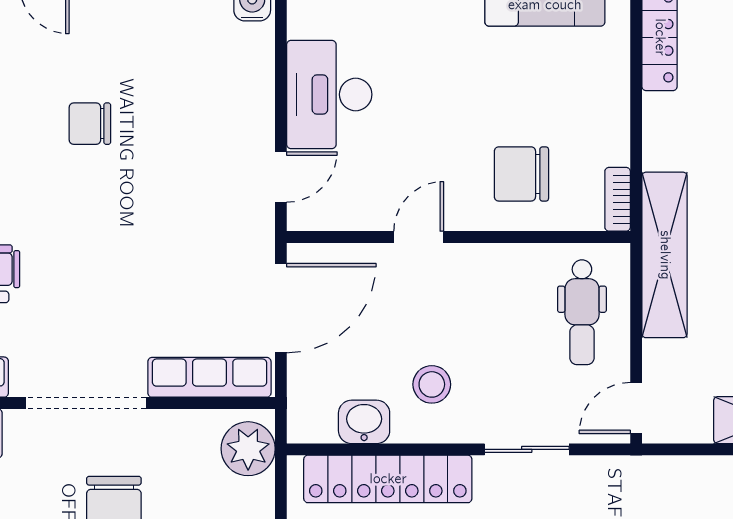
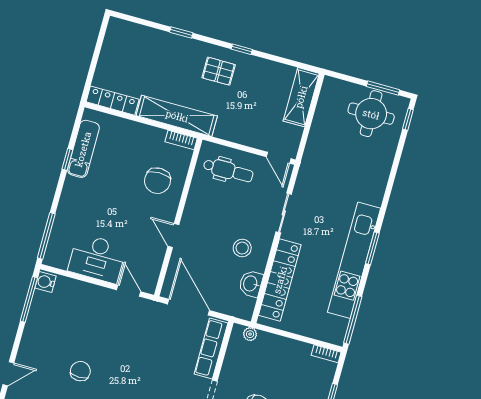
chair: (90, 124) -> (80, 371), turned 180
shelving: (665, 255) -> (177, 116), moved
plant: (248, 449) -> (250, 334), width x0.53, depth x0.53

